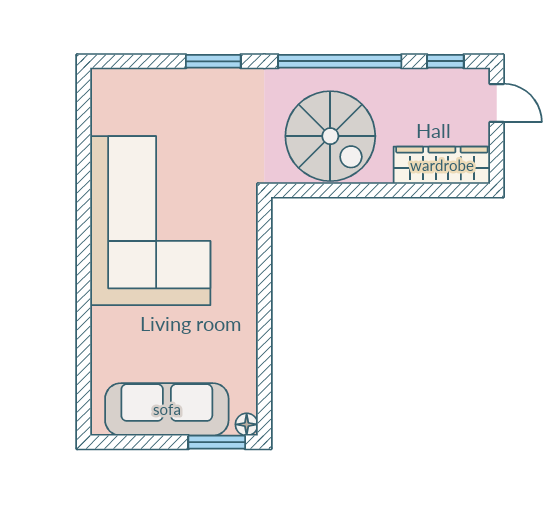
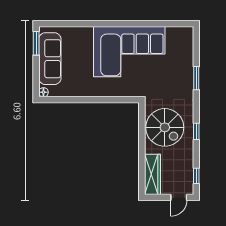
window: (340, 61) -> (196, 131), width x0.32
spiral stairs: (330, 136) -> (165, 127), turned -90
window: (217, 442) -> (36, 43), moved

